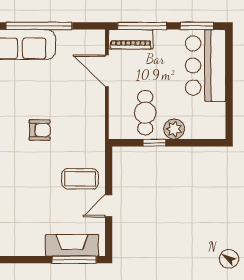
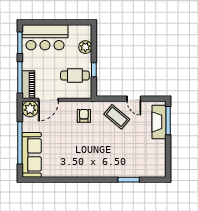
plant: (93, 42) -> (30, 109), added
plant: (174, 129) -> (85, 47), moved
armchair: (40, 130) -> (84, 116), moved
coffee table: (80, 179) -> (117, 117), turned -50

